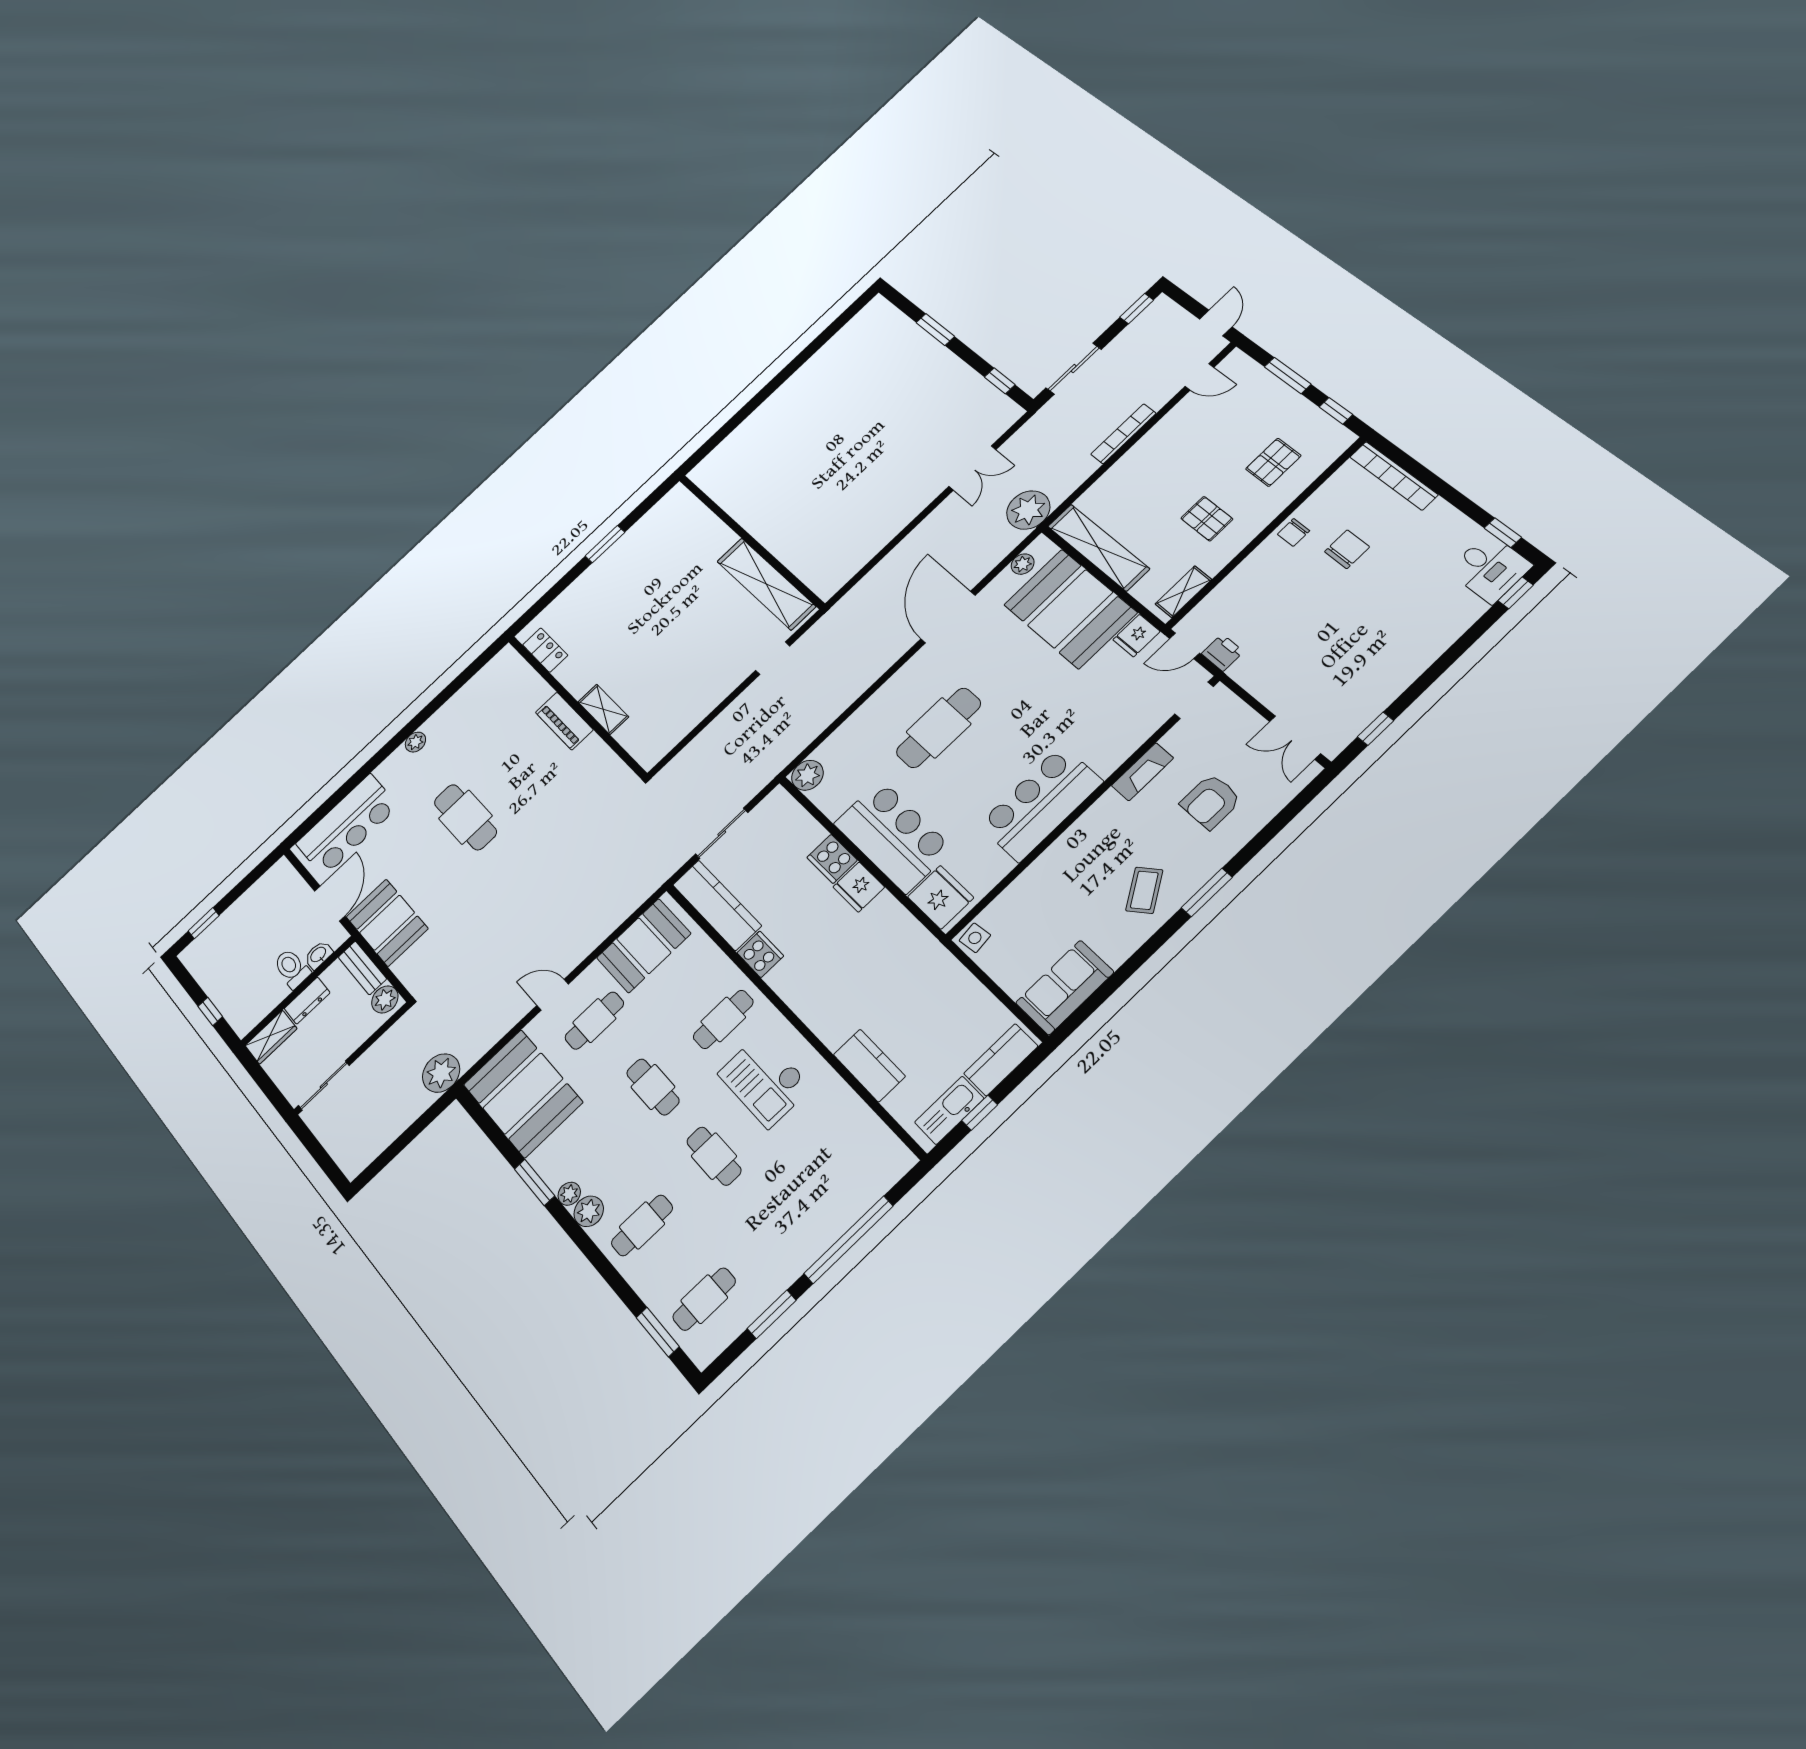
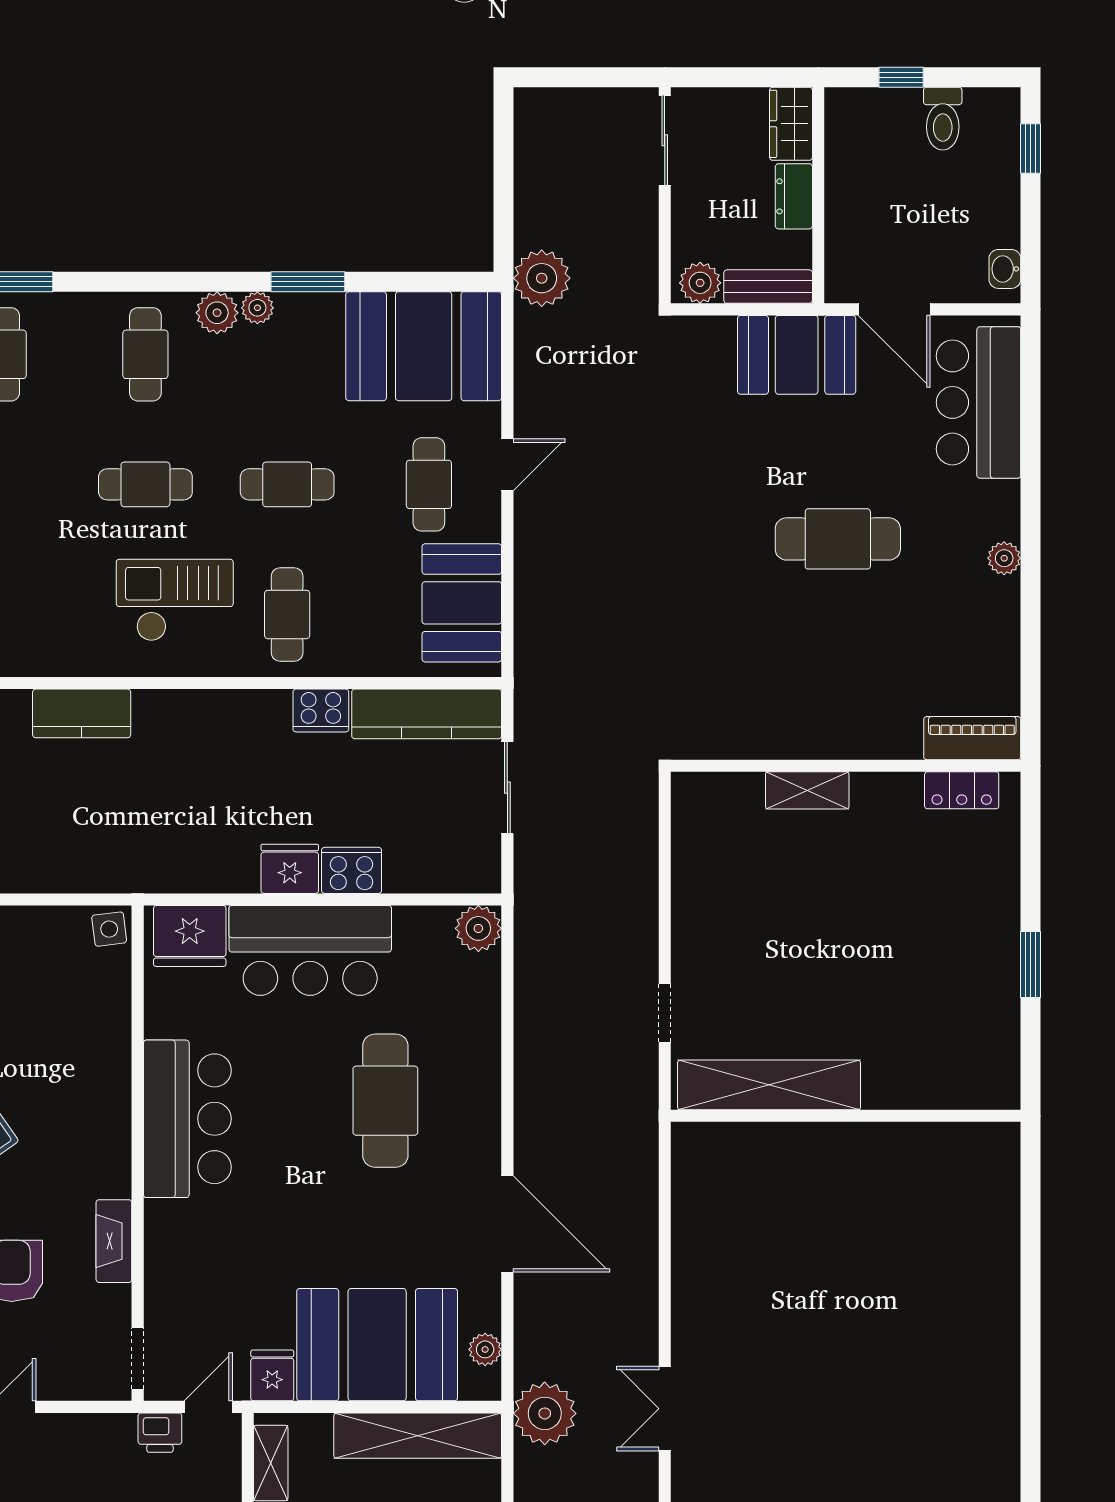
piano: (564, 721) -> (972, 738), moved
washbasin: (318, 955) -> (1005, 269), moved, turned 180
toilet: (292, 968) -> (943, 119), moved, turned 90

